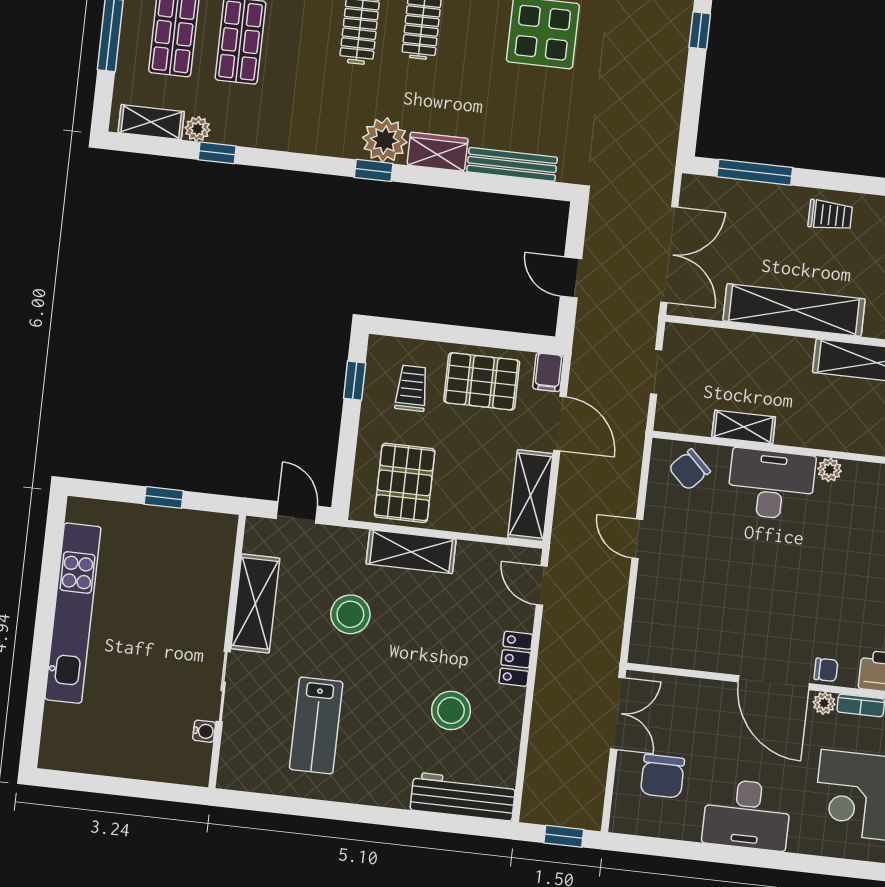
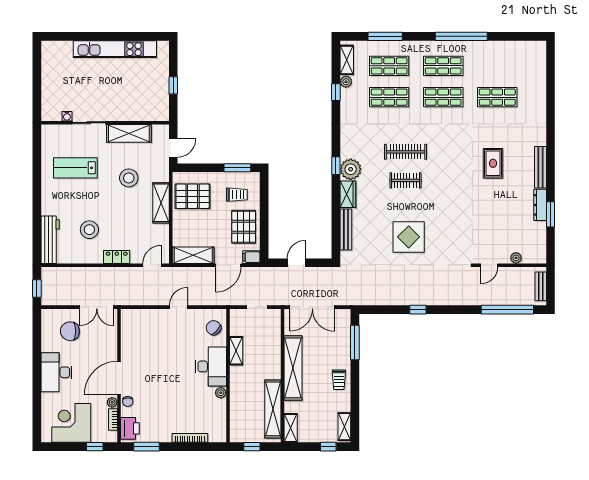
window: (355, 381) -> (237, 168), width x1.50

